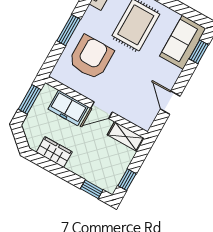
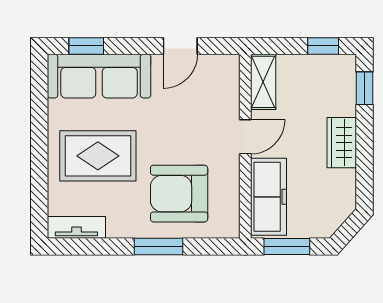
sofa: (183, 42) -> (99, 76), width x1.36
freezer: (68, 108) -> (269, 197), width x1.40
door: (102, 110) -> (245, 137), hinge flipped
wardrobe: (54, 152) -> (342, 143), moved

